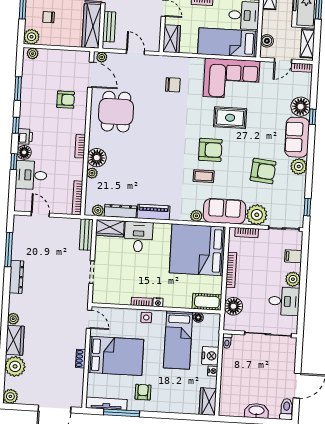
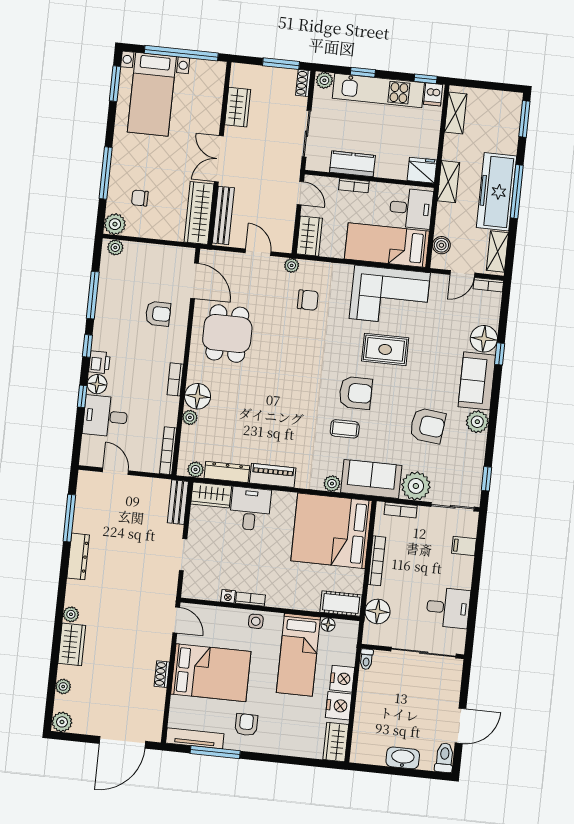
bench: (109, 27) -> (223, 215), width x1.36
plant: (102, 57) -> (292, 265), moved
window: (18, 89) -> (93, 295), width x1.44
plant: (293, 279) -> (462, 578), removed
nightstand: (158, 302) -> (228, 596), moved
plant: (15, 366) -> (63, 687), width x0.53, depth x0.53
nightstand: (213, 371) -> (339, 706), width x1.89, depth x1.79

